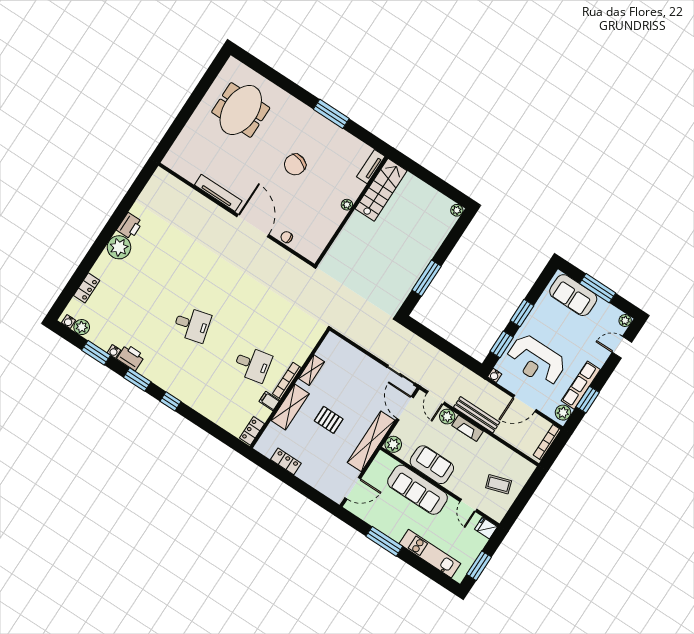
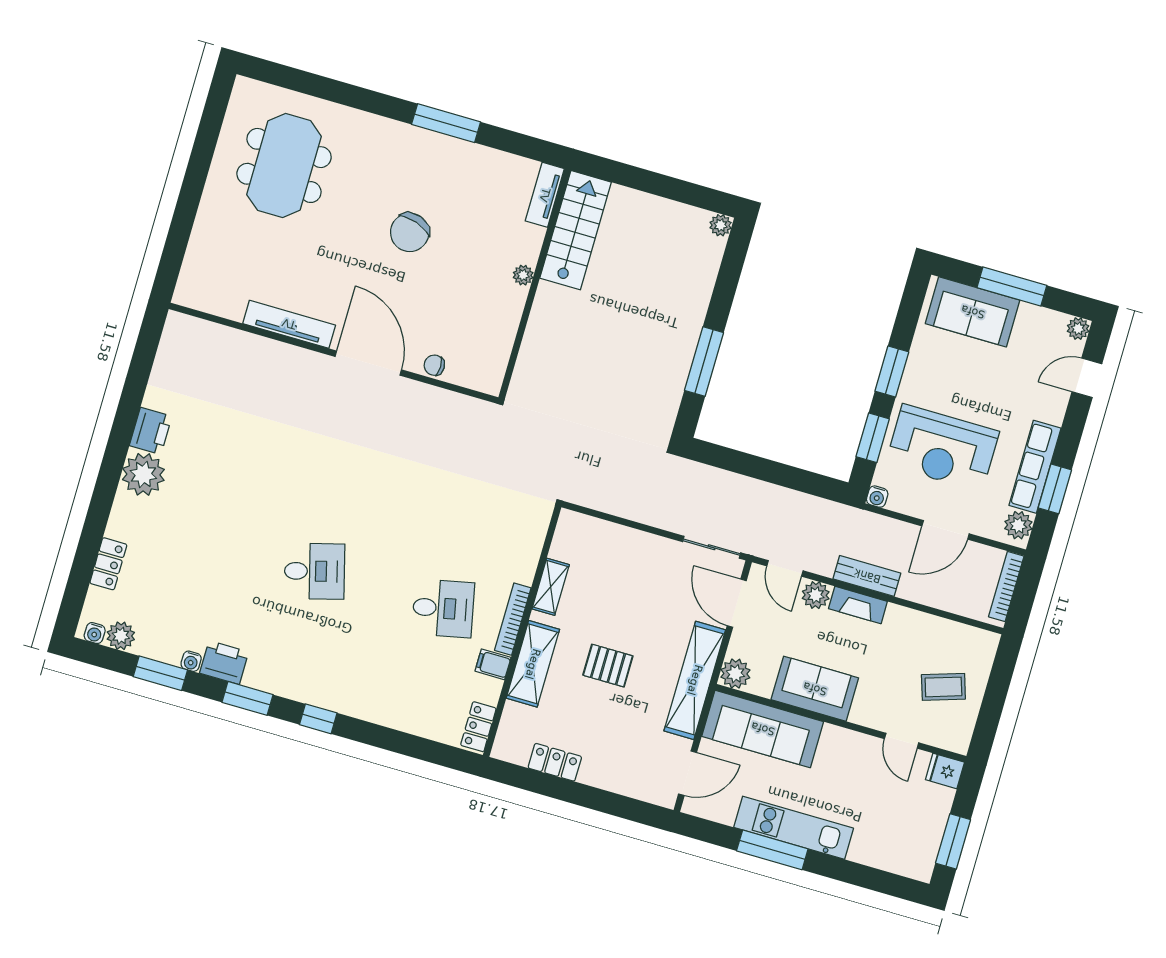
bench: (477, 415) -> (867, 576), width x0.73
sofa: (418, 490) -> (763, 729), moved
kitchen unit: (430, 554) -> (794, 828), moved

